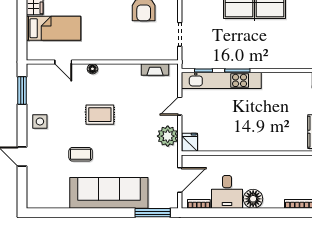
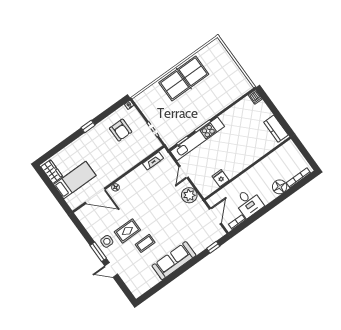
door: (63, 62) -> (95, 196), width x1.88
window: (22, 90) -> (98, 252), moved
rug: (100, 115) -> (127, 231), moved
fridge: (190, 142) -> (220, 178), moved
sofa: (109, 193) -> (174, 261), width x0.74, depth x0.79
floor lamp: (253, 199) -> (280, 187), moved
window: (153, 213) -> (213, 247), width x0.46

